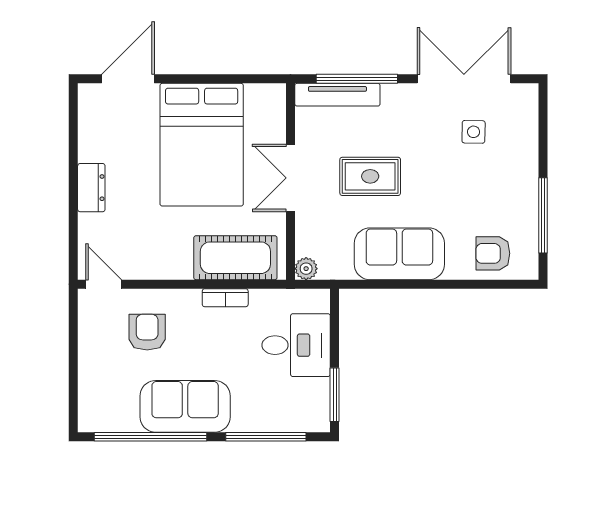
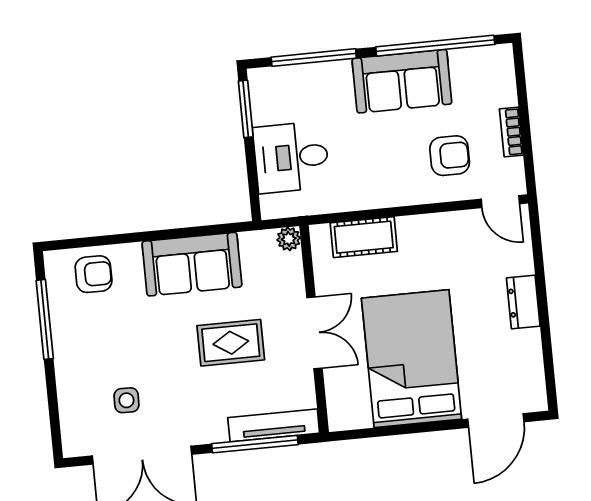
cot: (235, 258) -> (364, 237), width x0.73, depth x0.75
bookcase: (225, 298) -> (511, 132), moved, turned -90
armchair: (147, 332) -> (450, 156), turned -90

